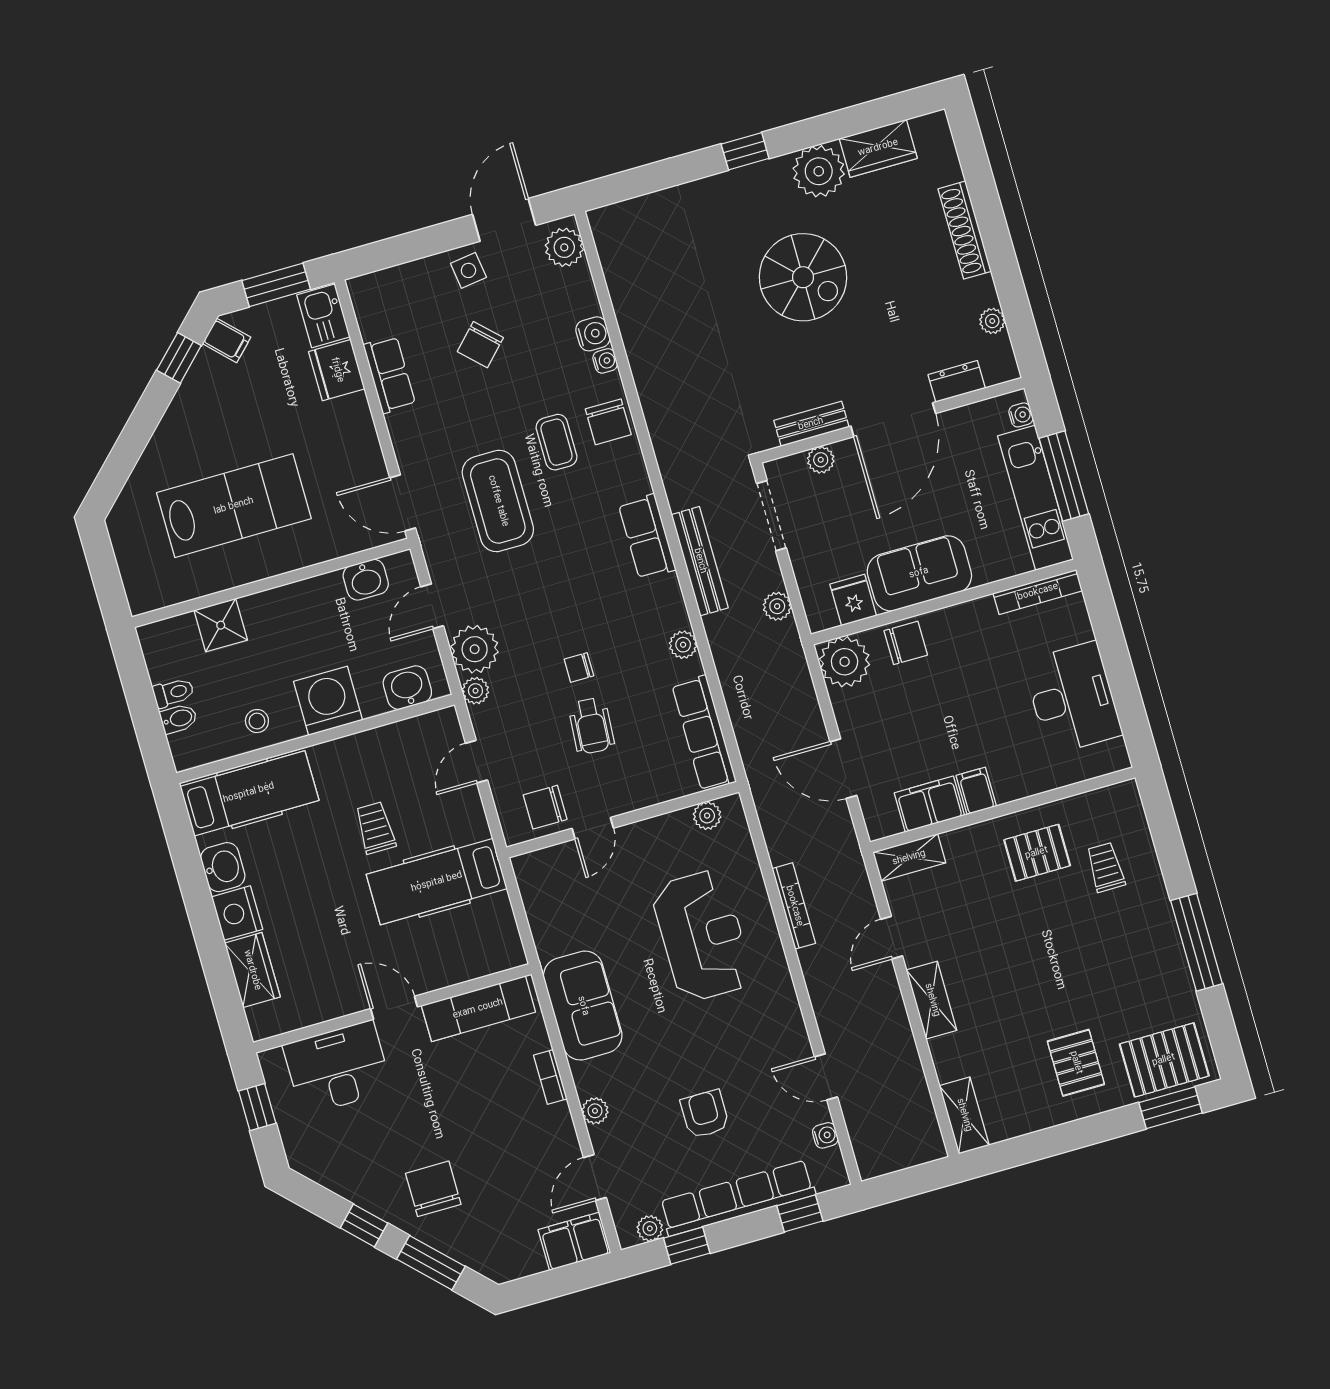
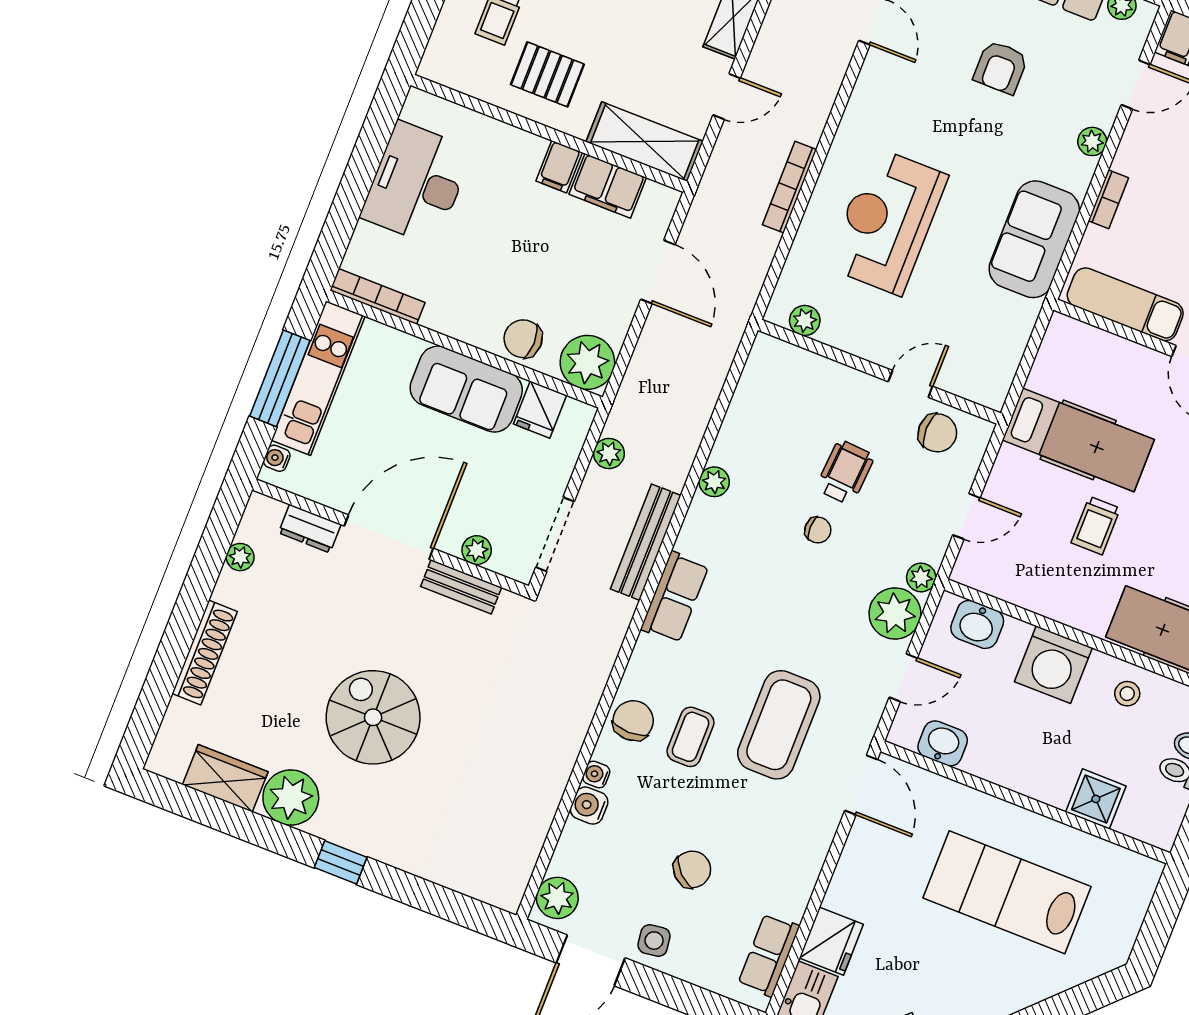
row of seats: (389, 375) -> (769, 955), moved
row of seats: (704, 733) -> (754, 393), removed
shelving: (909, 858) -> (645, 142), width x1.50, depth x1.33

